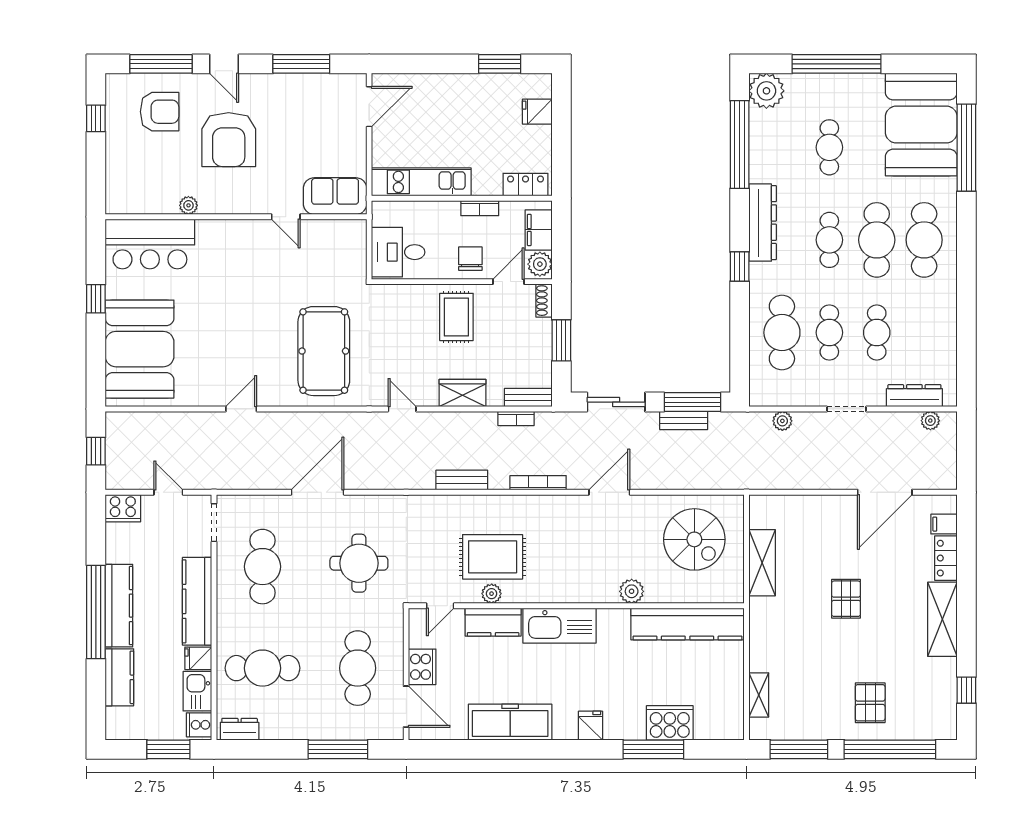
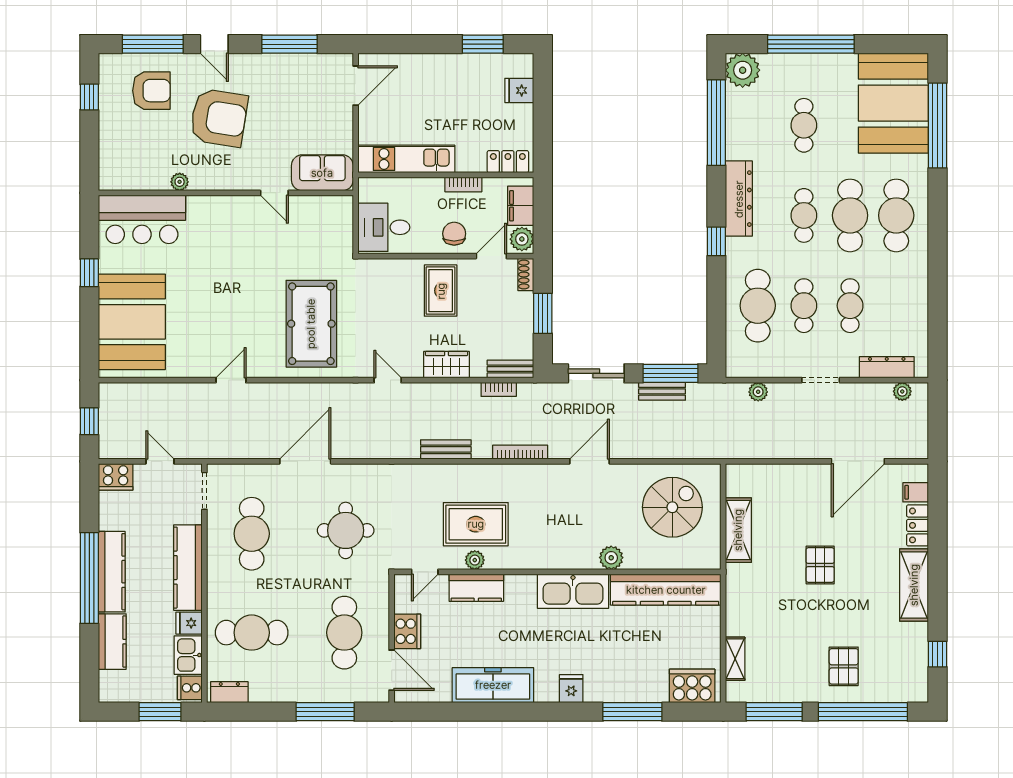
armchair: (229, 140) -> (219, 118), turned -81
spiral stairs: (694, 539) -> (672, 507), turned -90
kitchen sink: (559, 626) -> (573, 591), moved
cooker: (670, 723) -> (692, 686), moved

